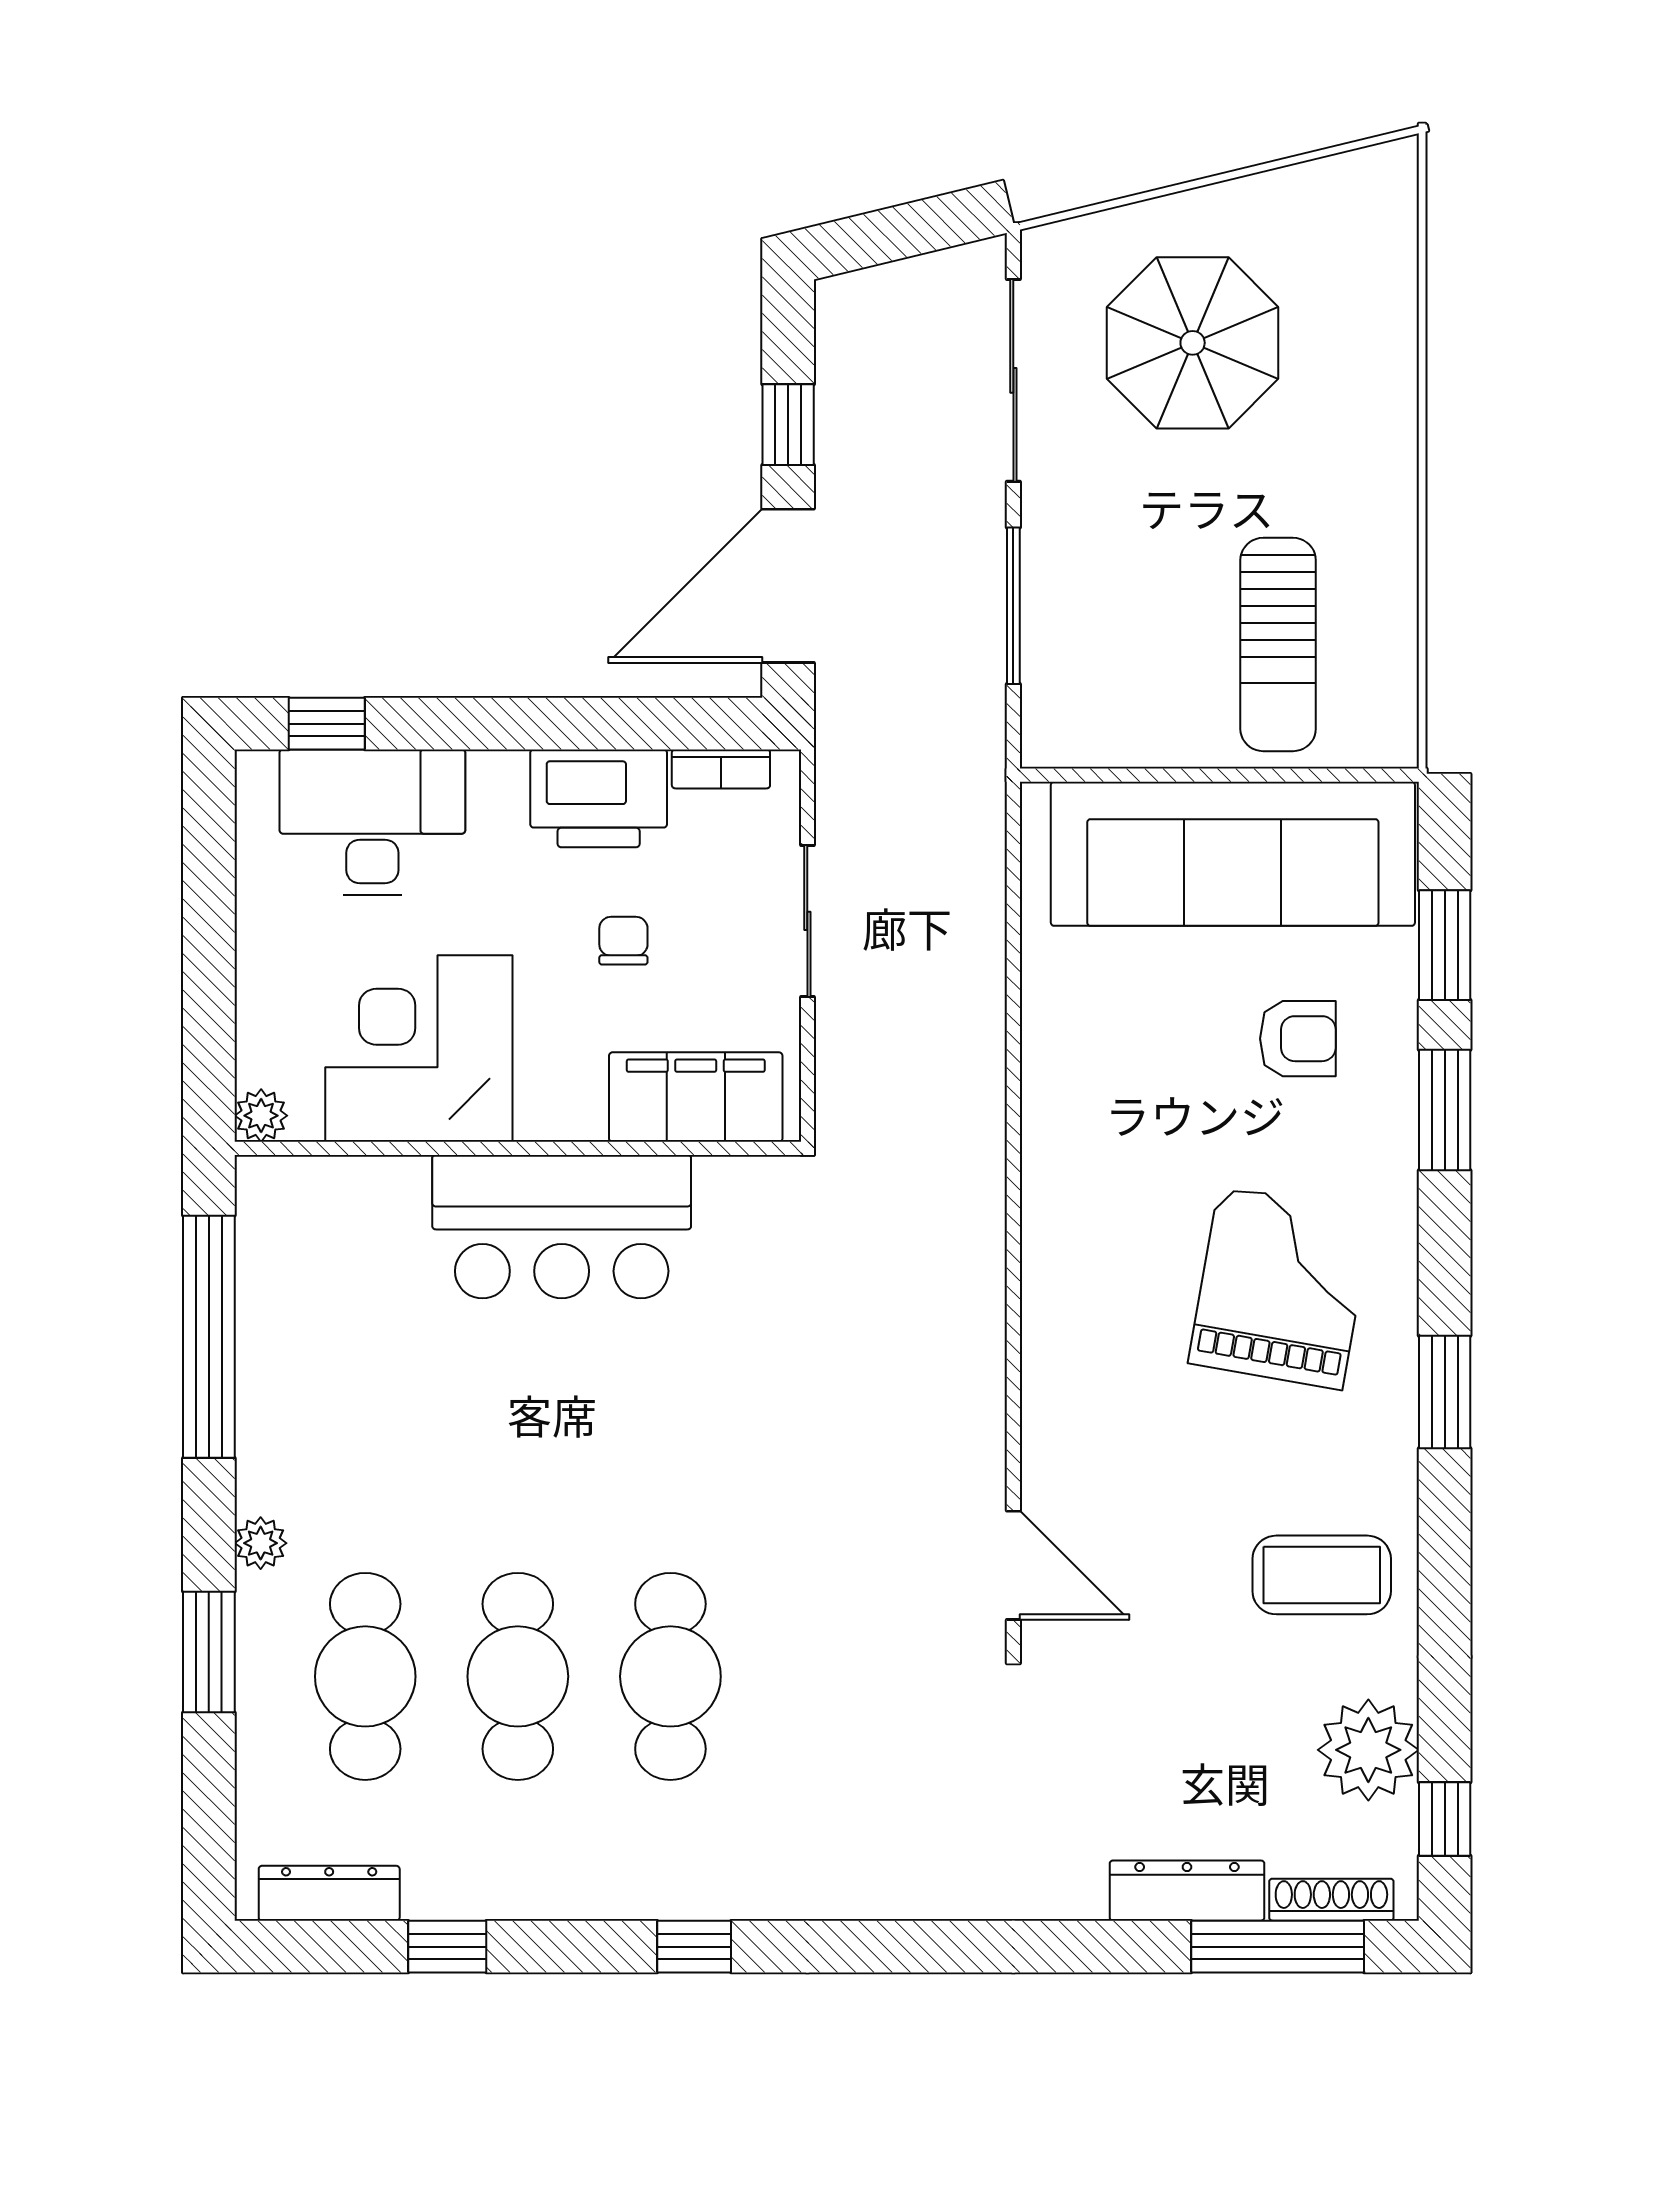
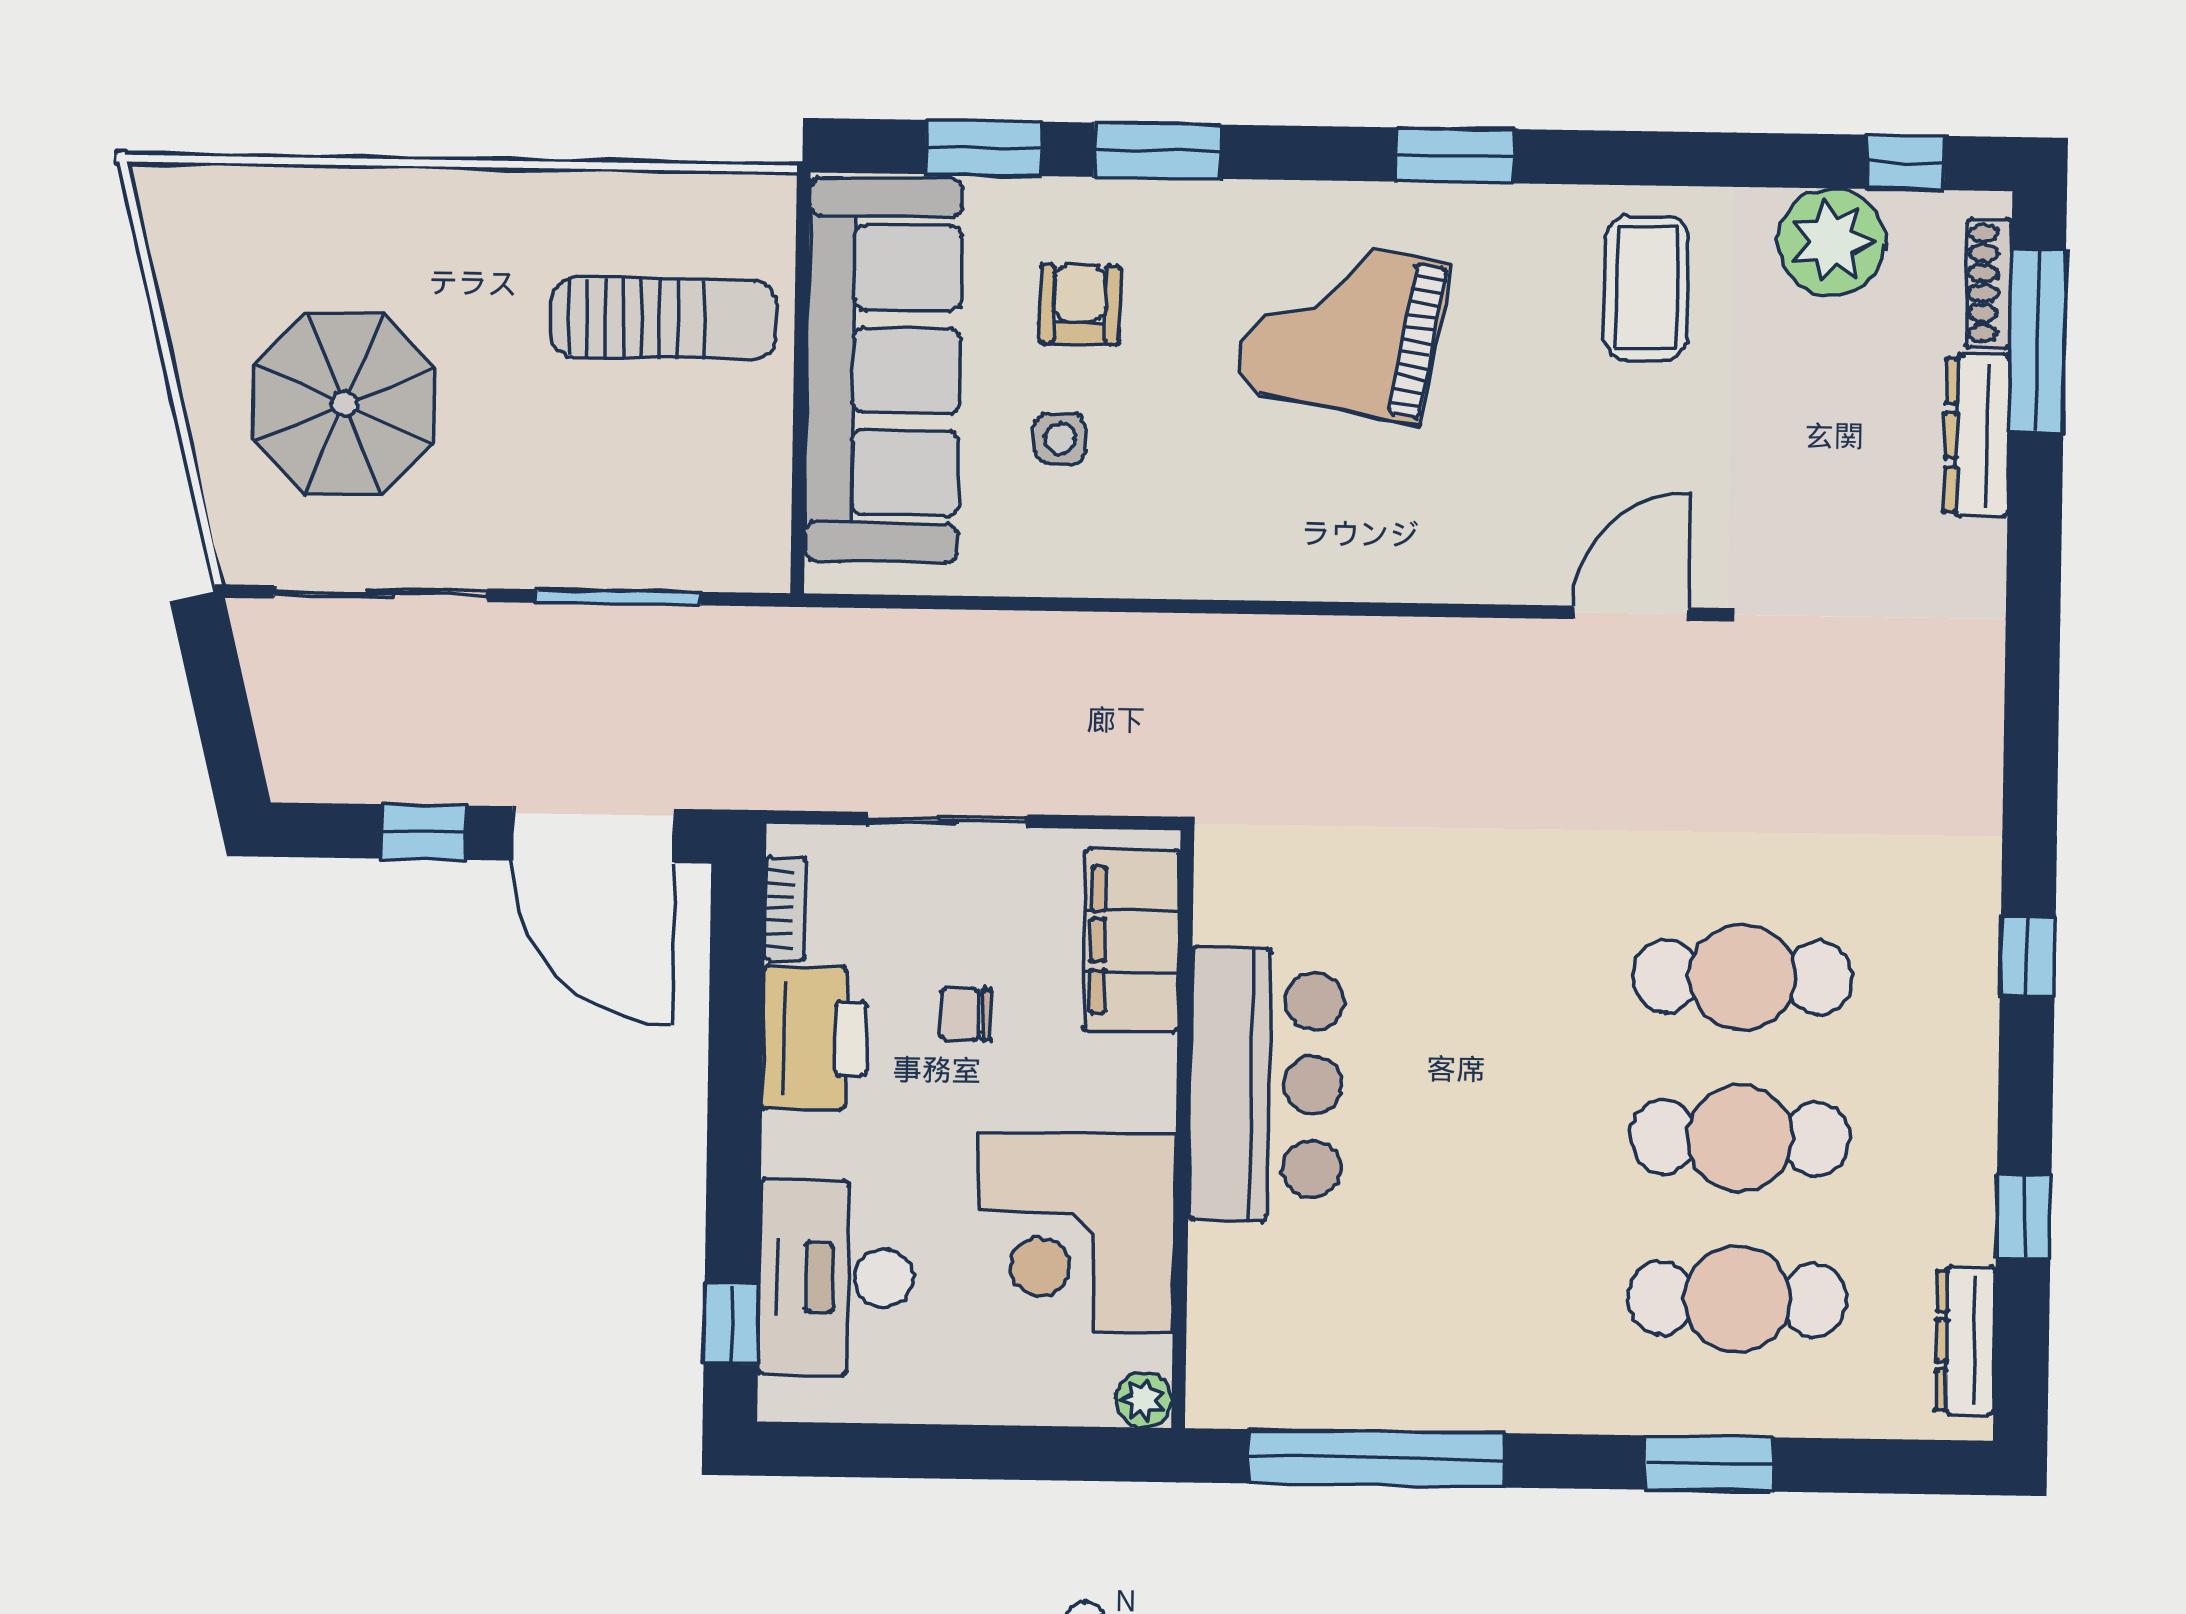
side table: (1170, 1022) -> (1060, 439), added
plant: (261, 1543) -> (1595, 1407), removed

